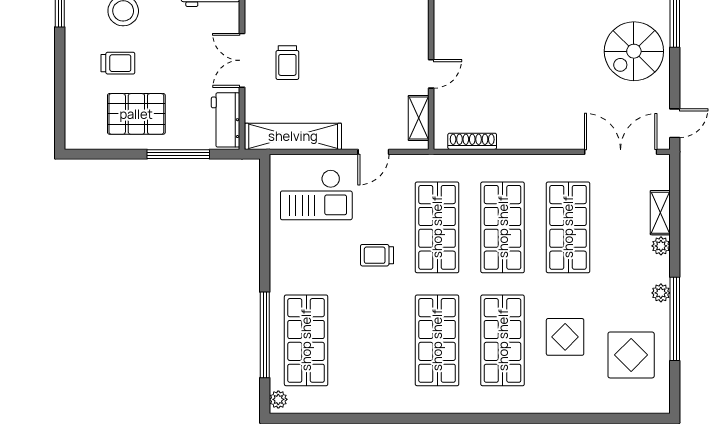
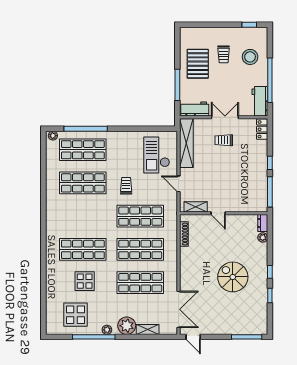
spiral stairs: (634, 51) -> (233, 277), moved
plant: (661, 246) -> (127, 326), width x1.88, depth x1.88
shop shelf: (437, 340) -> (83, 183), moved

